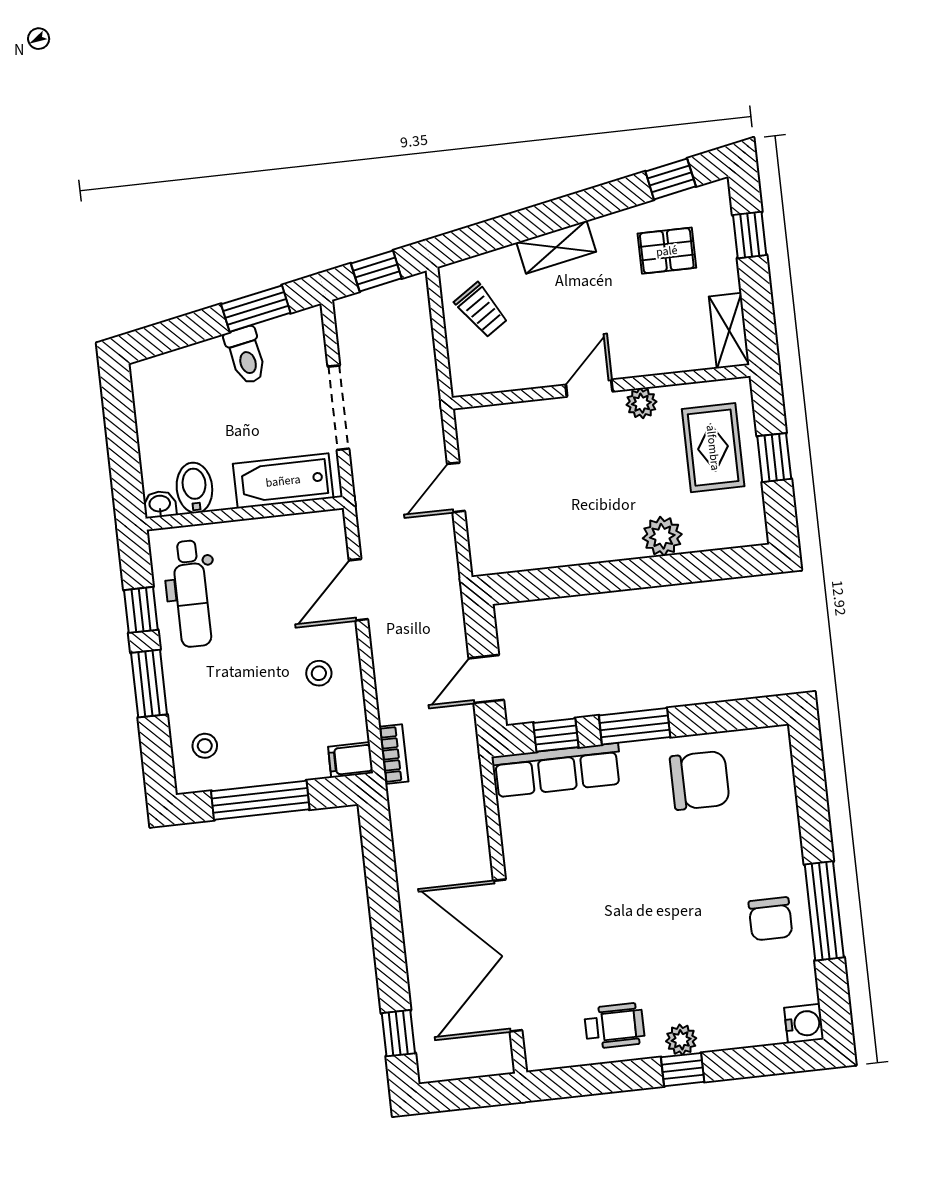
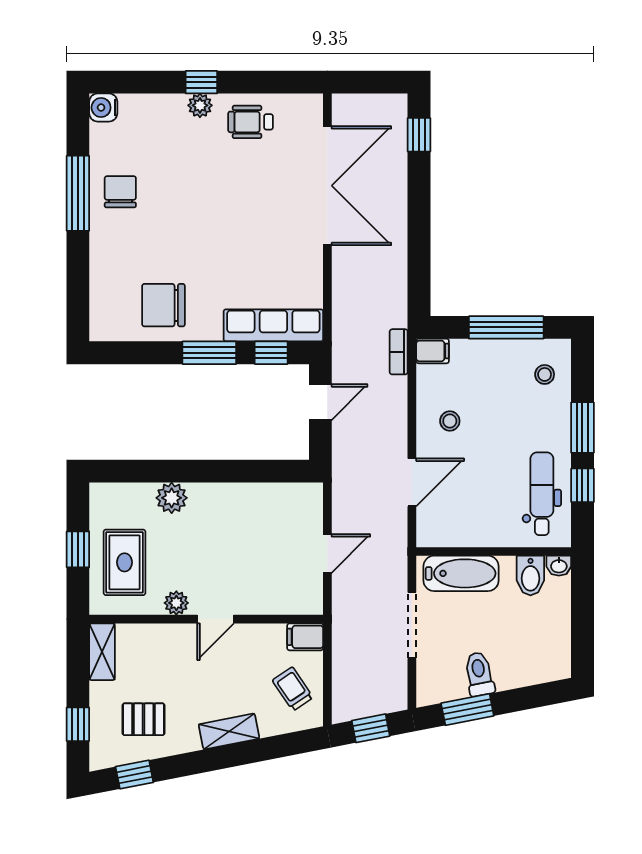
filing cabinet: (473, 378) -> (305, 637), added

